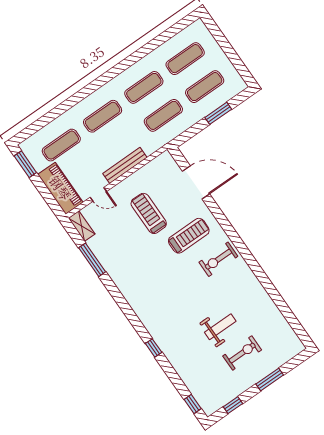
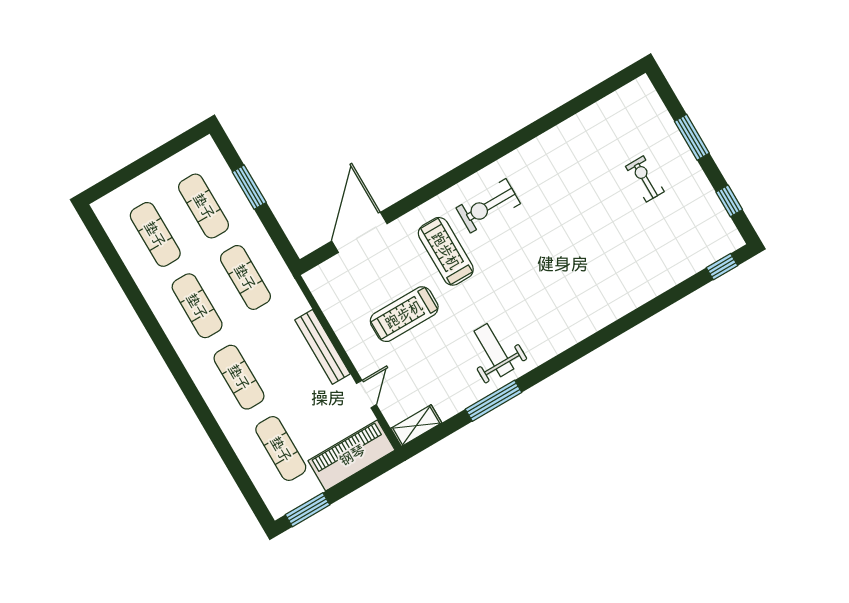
exercise bike: (218, 259) -> (488, 206), turned 90
window: (92, 260) -> (493, 401), moved
weight bench: (220, 327) -> (494, 350), moved
window: (154, 348) -> (625, 323), removed
exercise bike: (242, 353) -> (645, 179), width x0.73, depth x0.72

